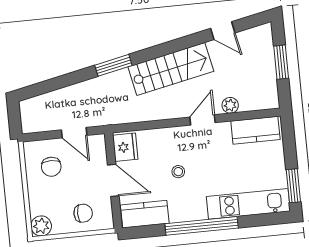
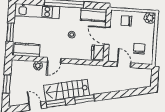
window: (186, 42) -> (56, 103), added
window: (113, 65) -> (85, 99), moved
window: (293, 186) -> (10, 32), moved

